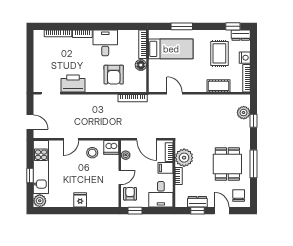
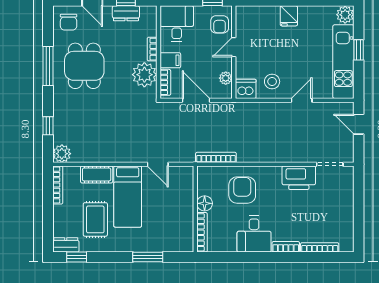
bed: (171, 49) -> (128, 197), moved, turned -90
nightstand: (245, 58) -> (60, 214), removed
plant: (244, 113) -> (62, 154), moved

